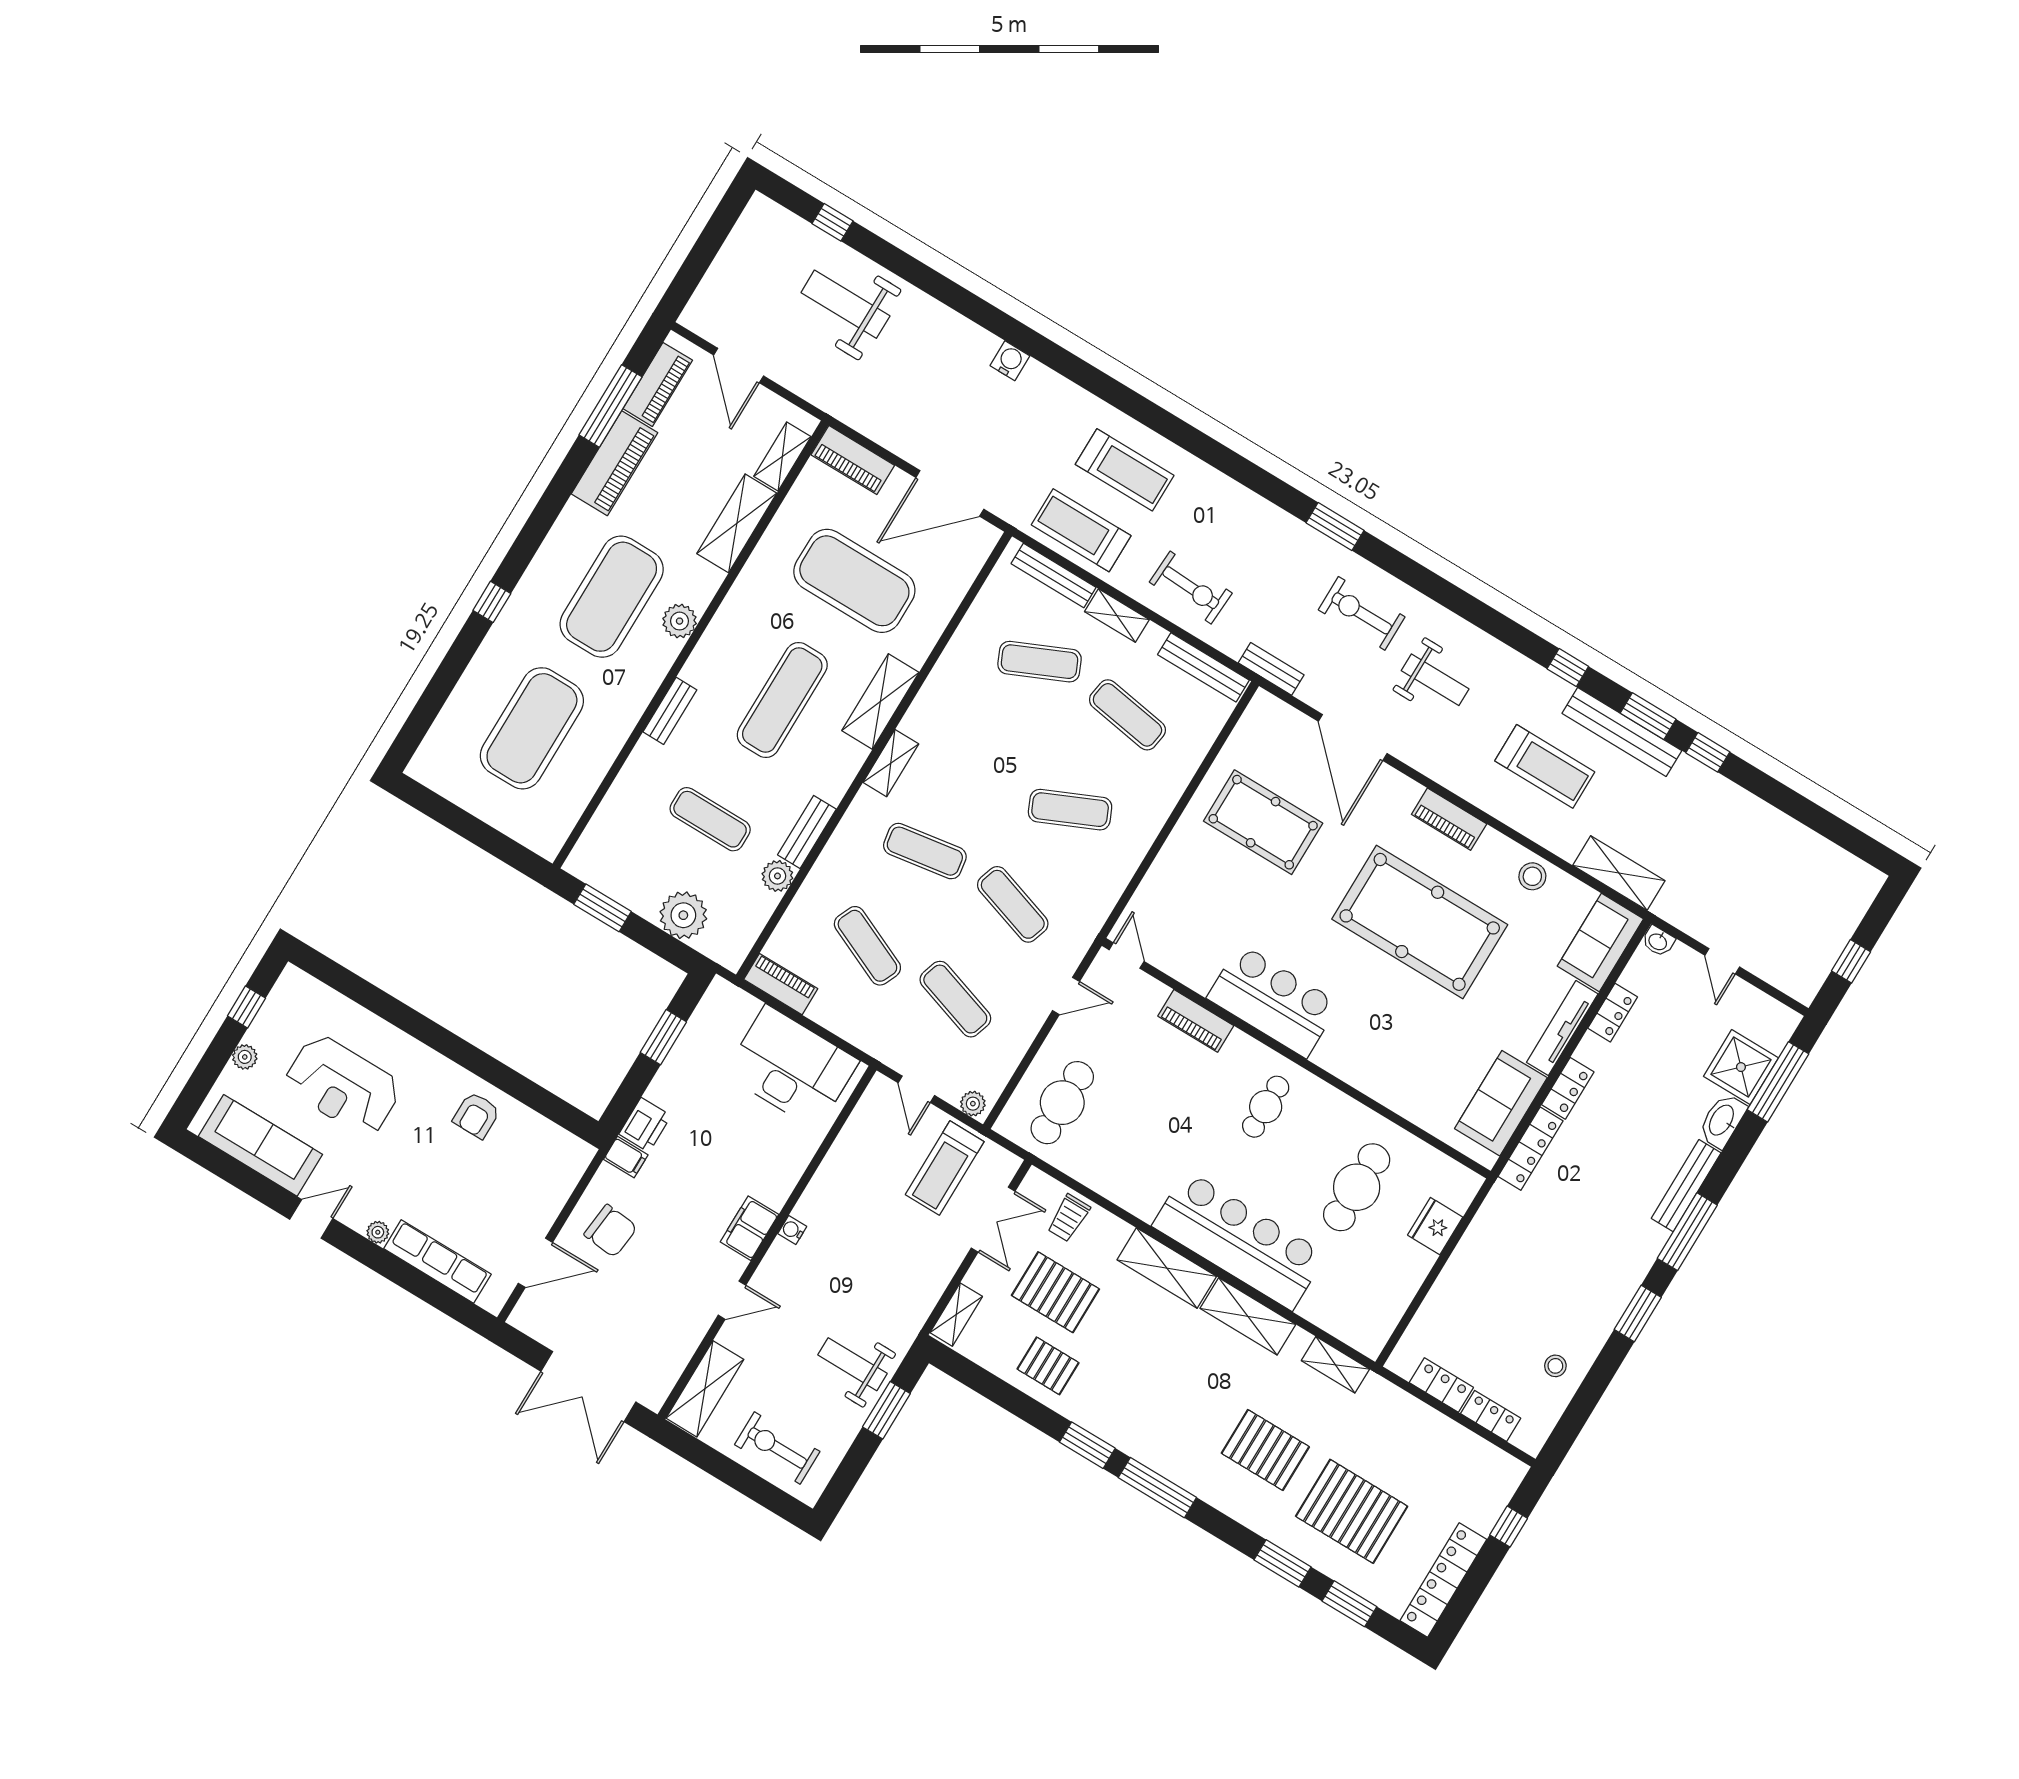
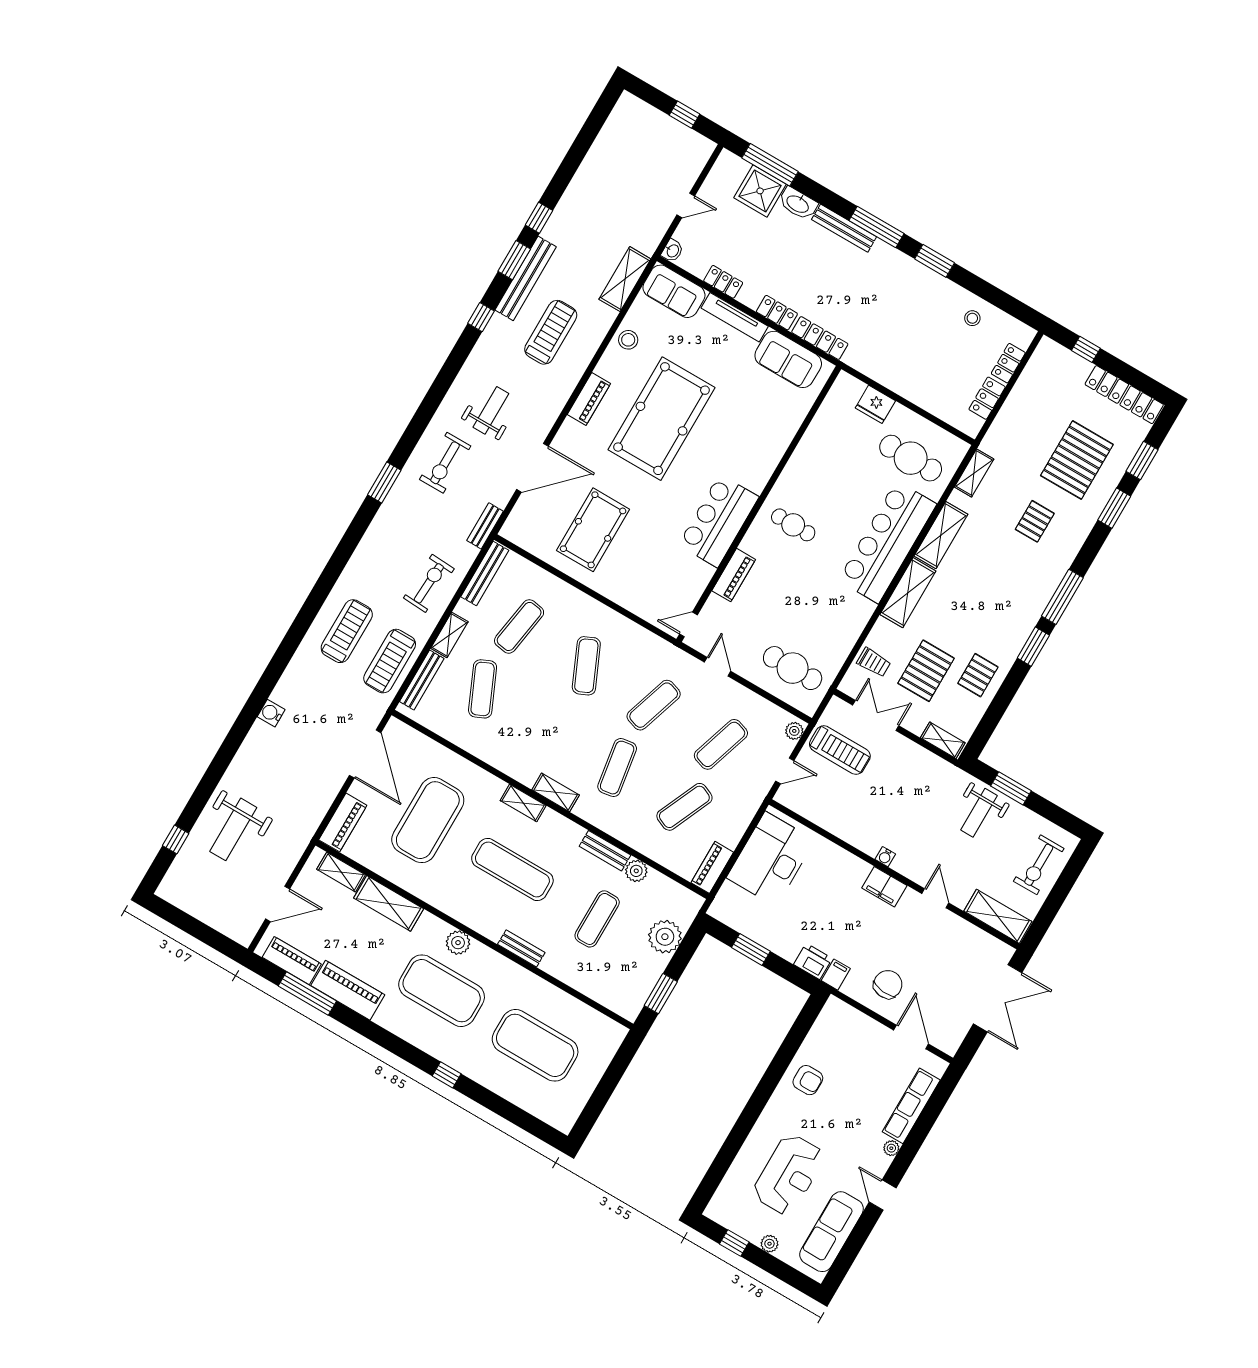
shelving: (880, 701) -> (523, 803), width x0.67, depth x0.75
cafe table: (1357, 1187) -> (911, 458), moved
pallet: (1265, 1450) -> (1035, 521), width x0.67, depth x0.71

